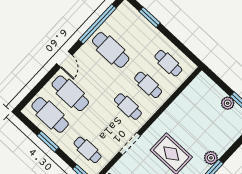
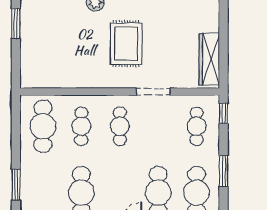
cafe table: (168, 63) -> (43, 126), width x1.37, depth x1.35
plant: (228, 103) -> (28, 35), removed

